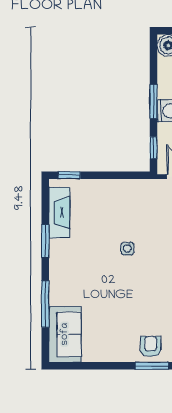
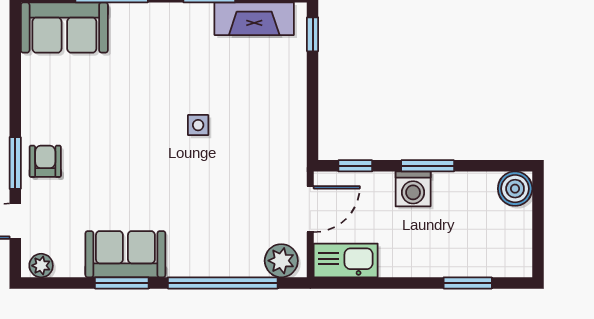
armchair: (151, 347) -> (45, 161), turned -90

